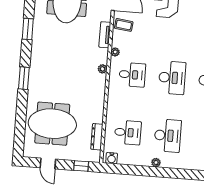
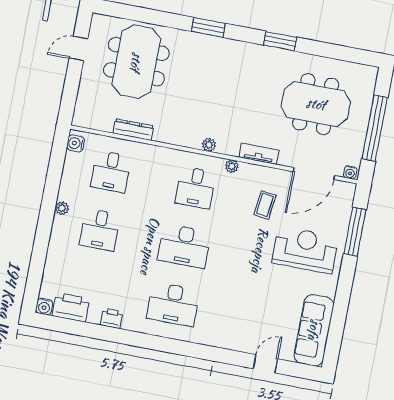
coffee table: (124, 25) -> (265, 205), moved
desk: (168, 136) -> (100, 230), width x0.73
dresser: (97, 137) -> (133, 130), moved
window: (81, 166) -> (69, 97), removed

